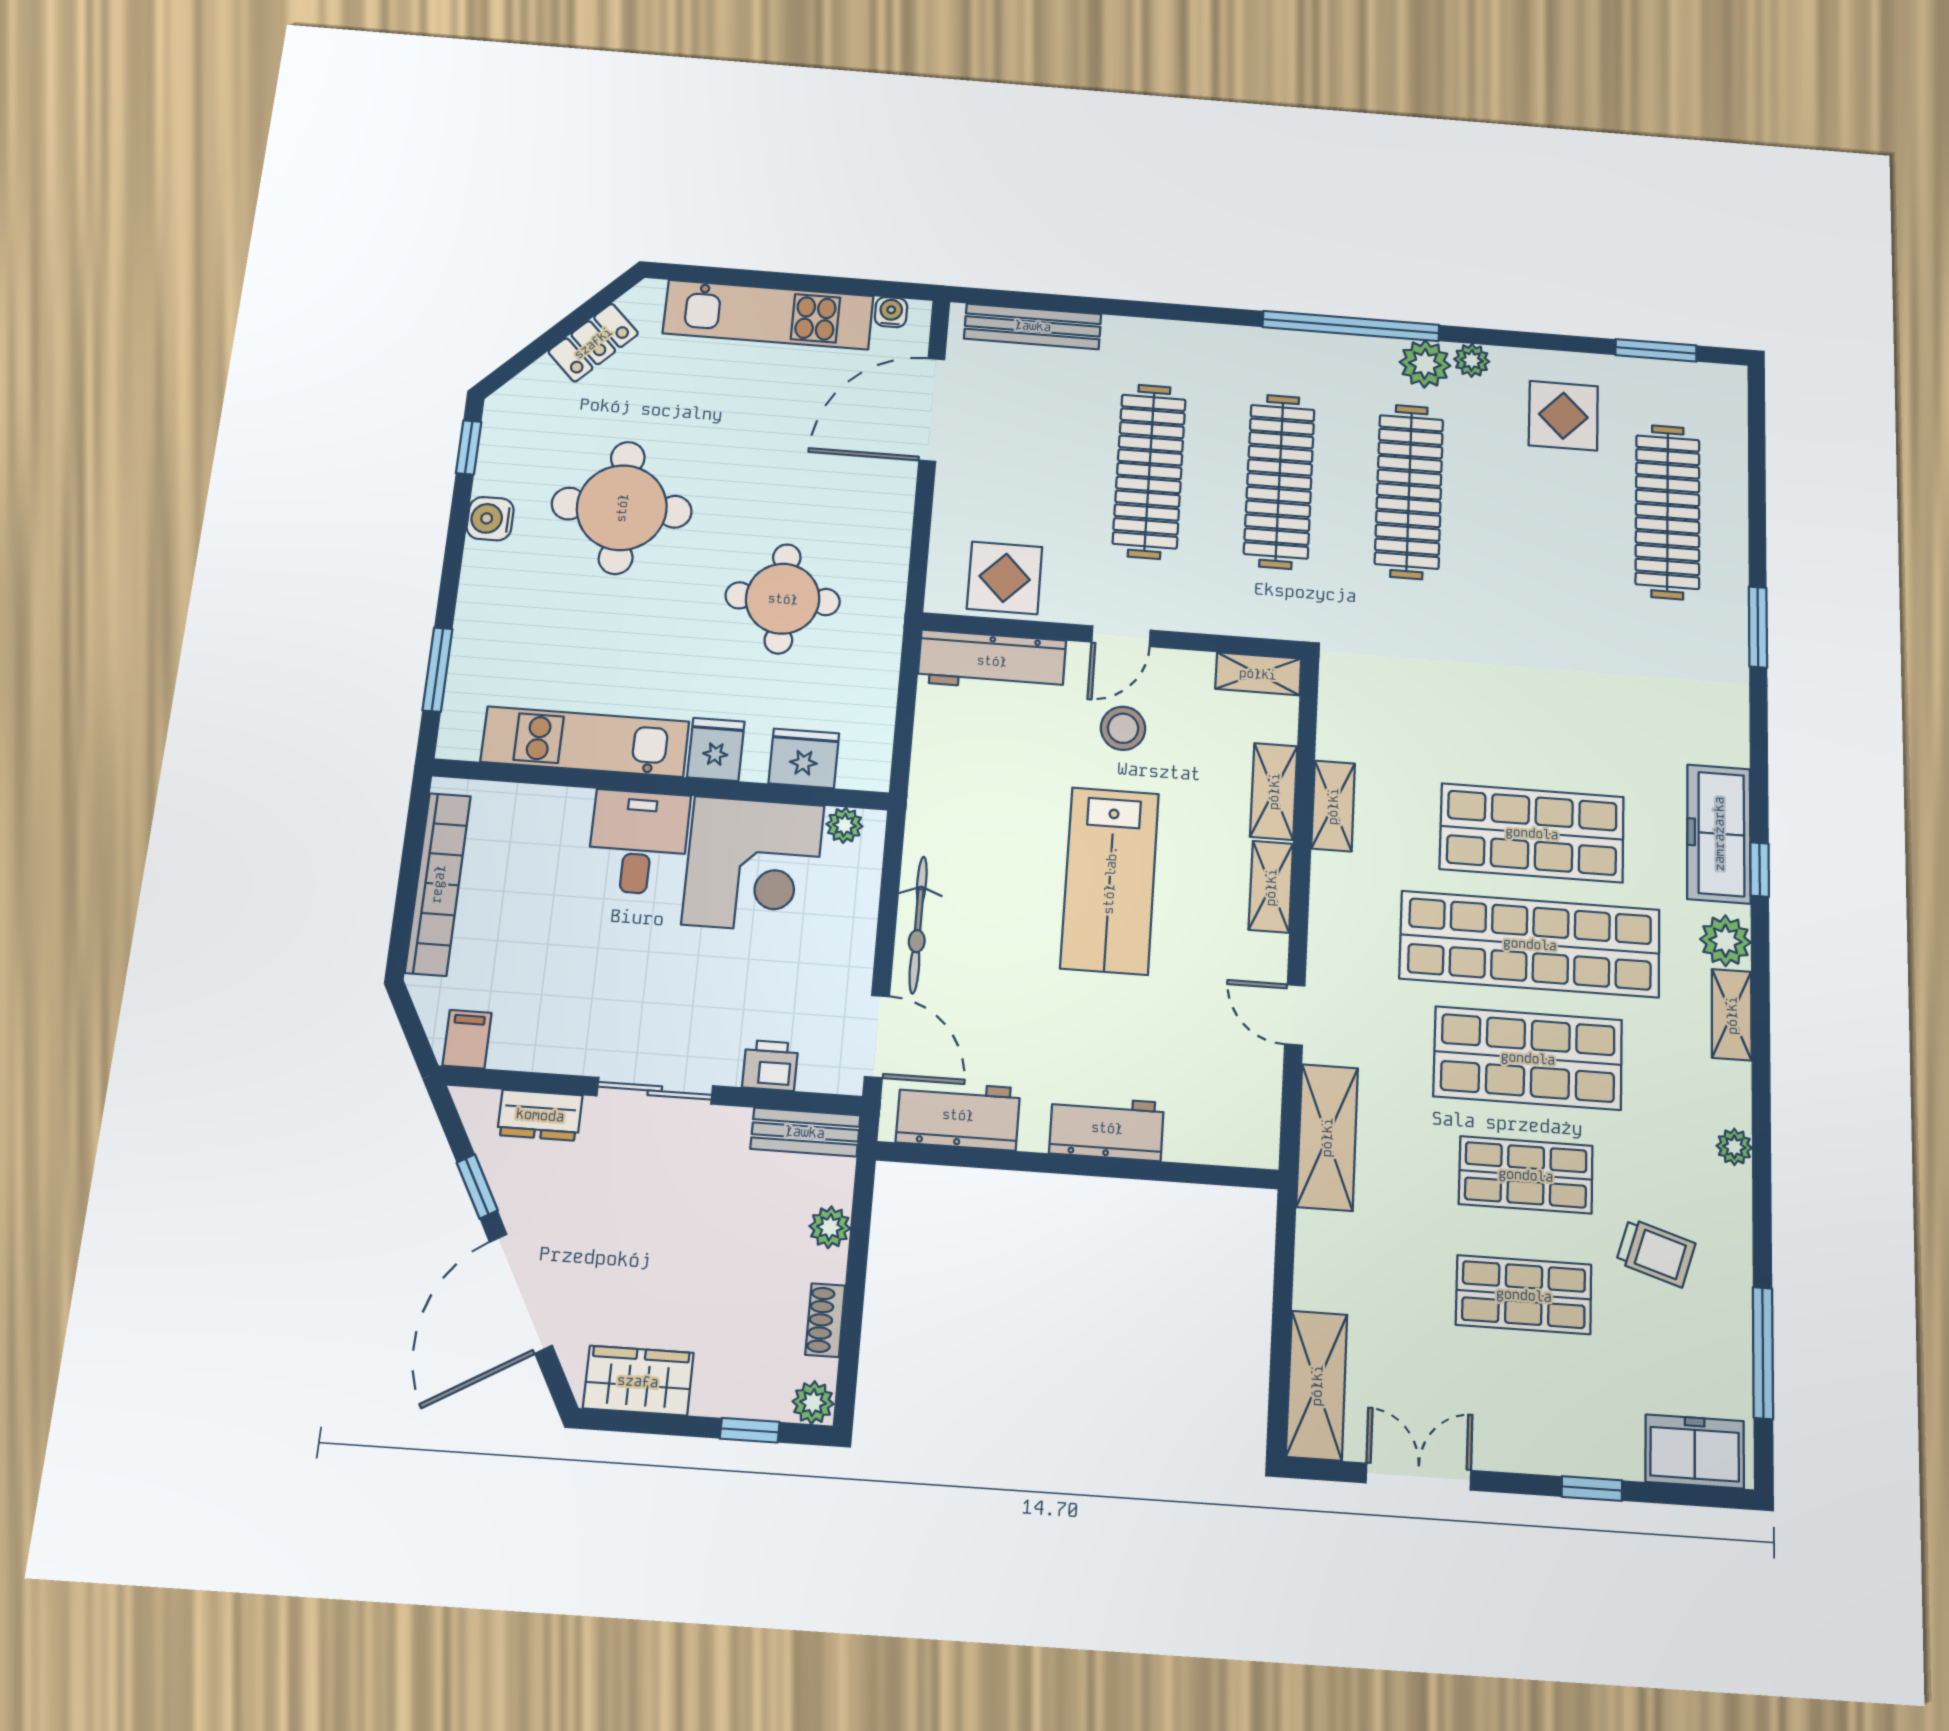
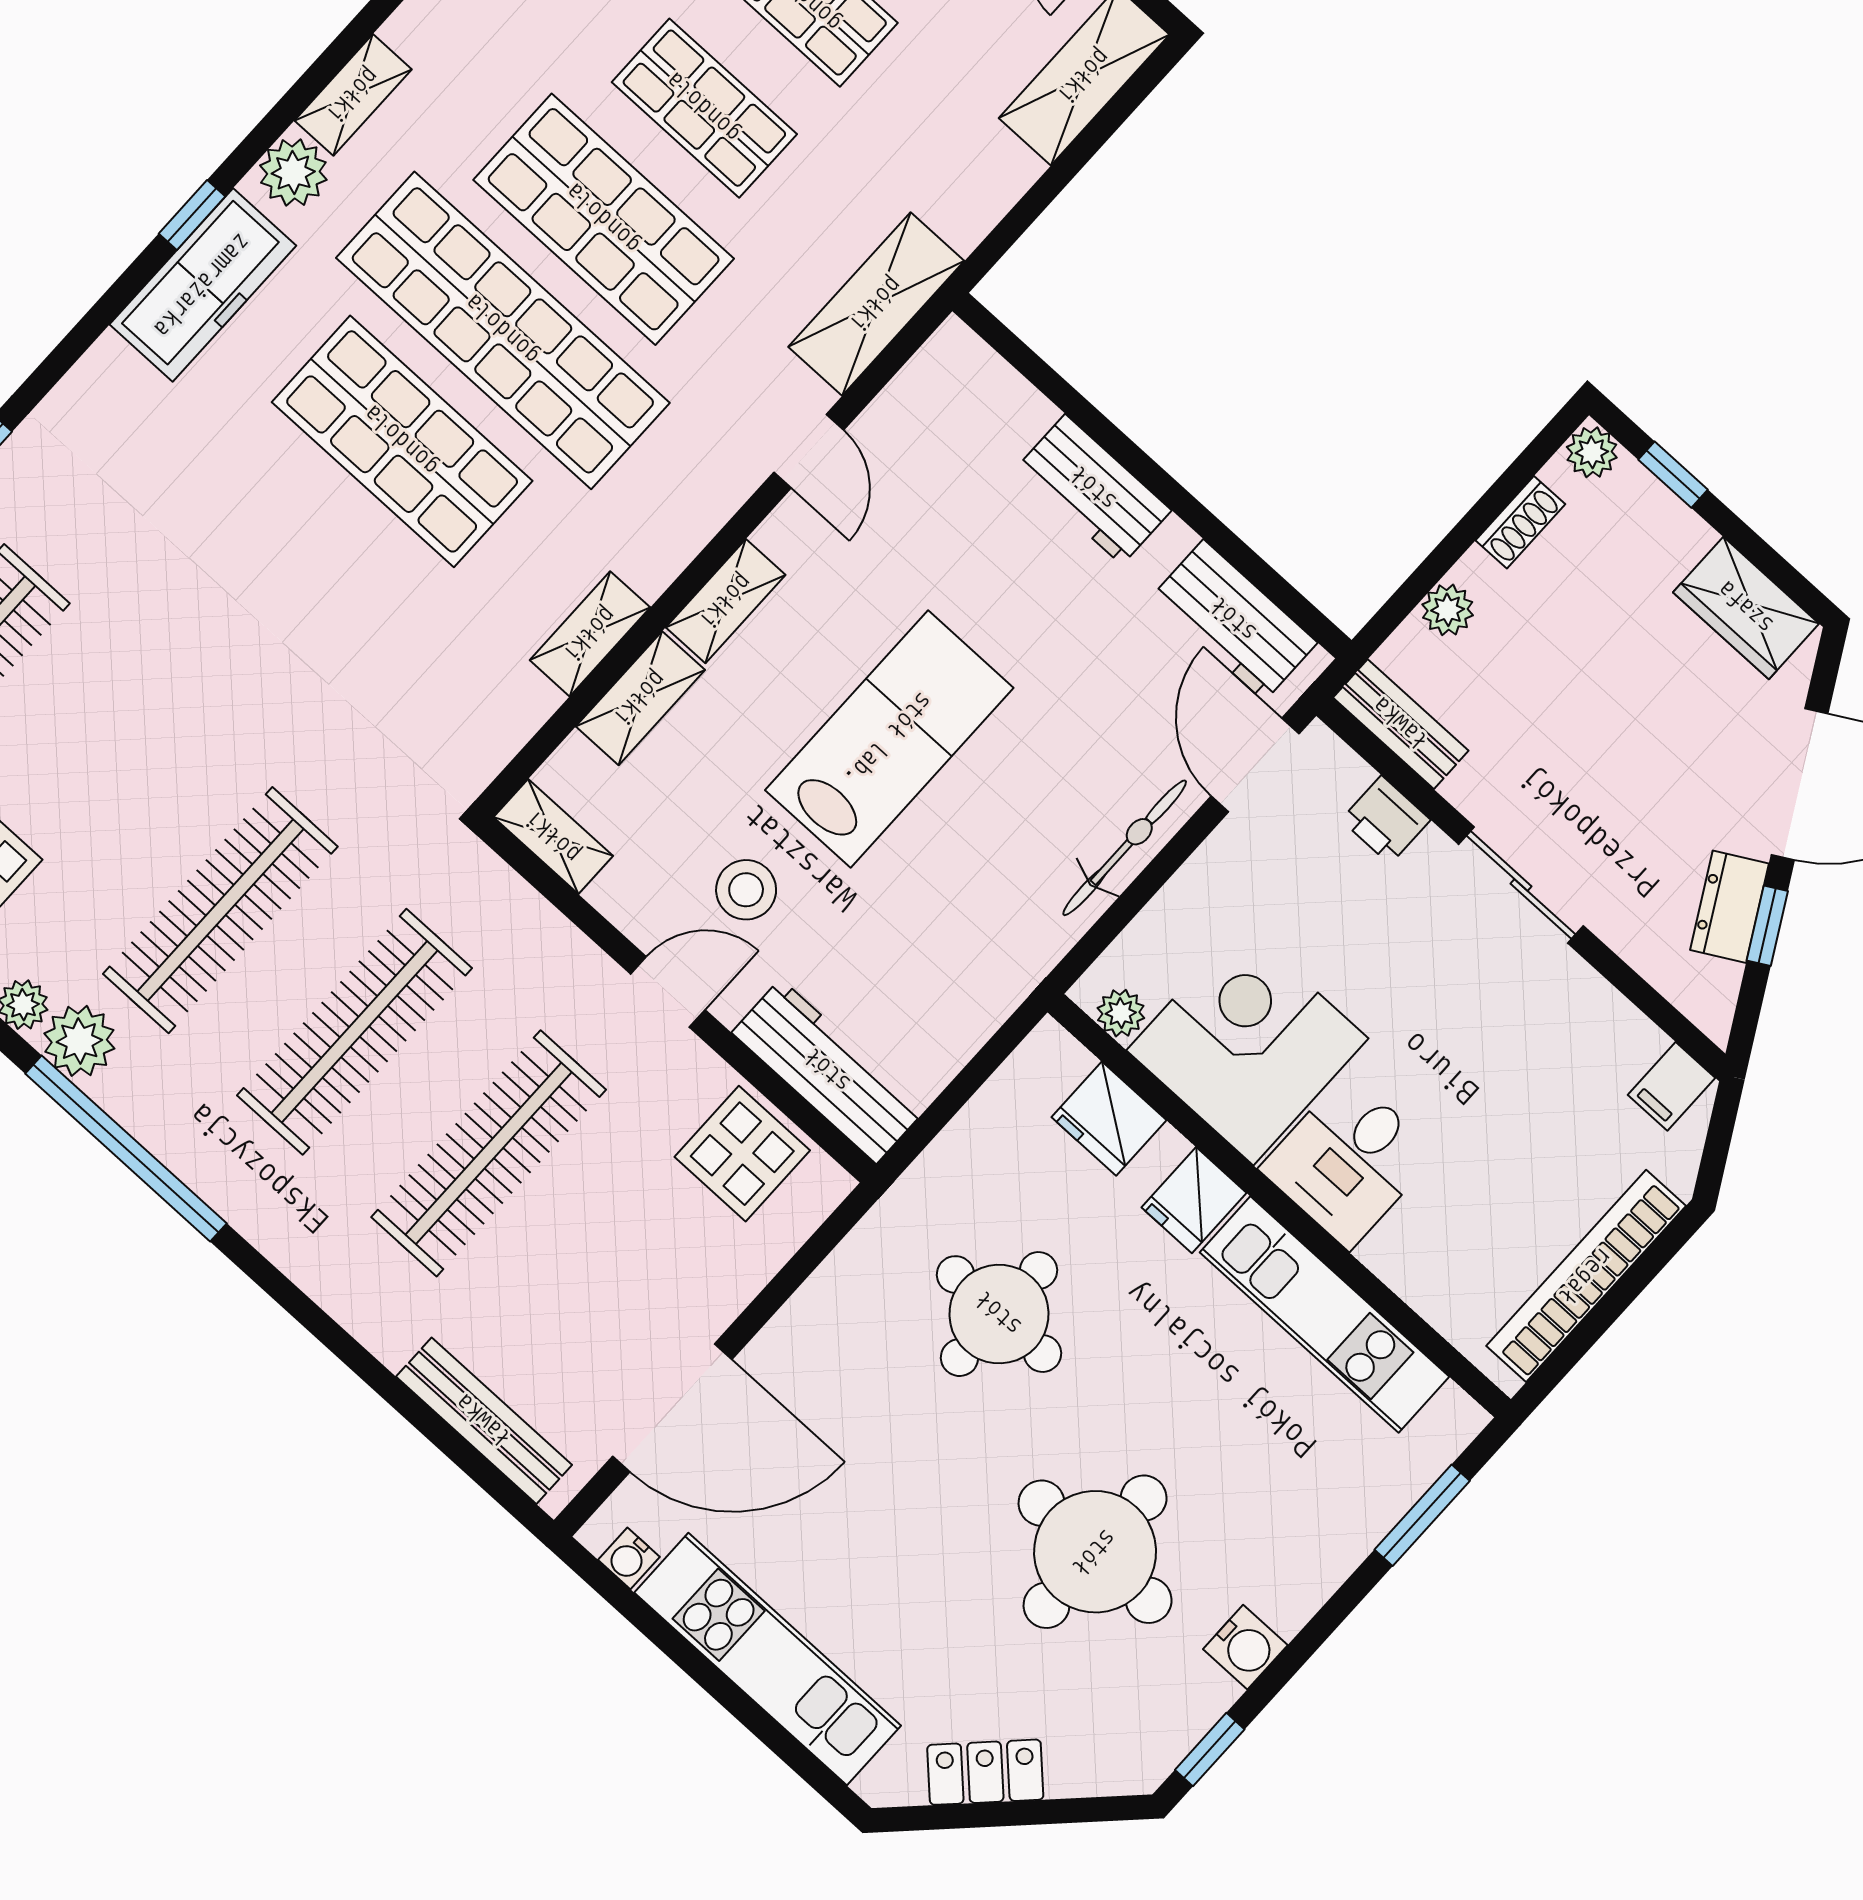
dresser: (540, 1115) -> (1730, 907), moved, turned -119

